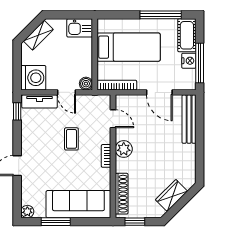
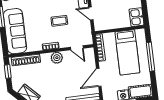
window: (161, 15) -> (150, 57), moved
boiler: (86, 84) -> (99, 26), removed
door: (66, 92) -> (91, 13), hinge flipped
door: (113, 119) -> (77, 48), hinge flipped

